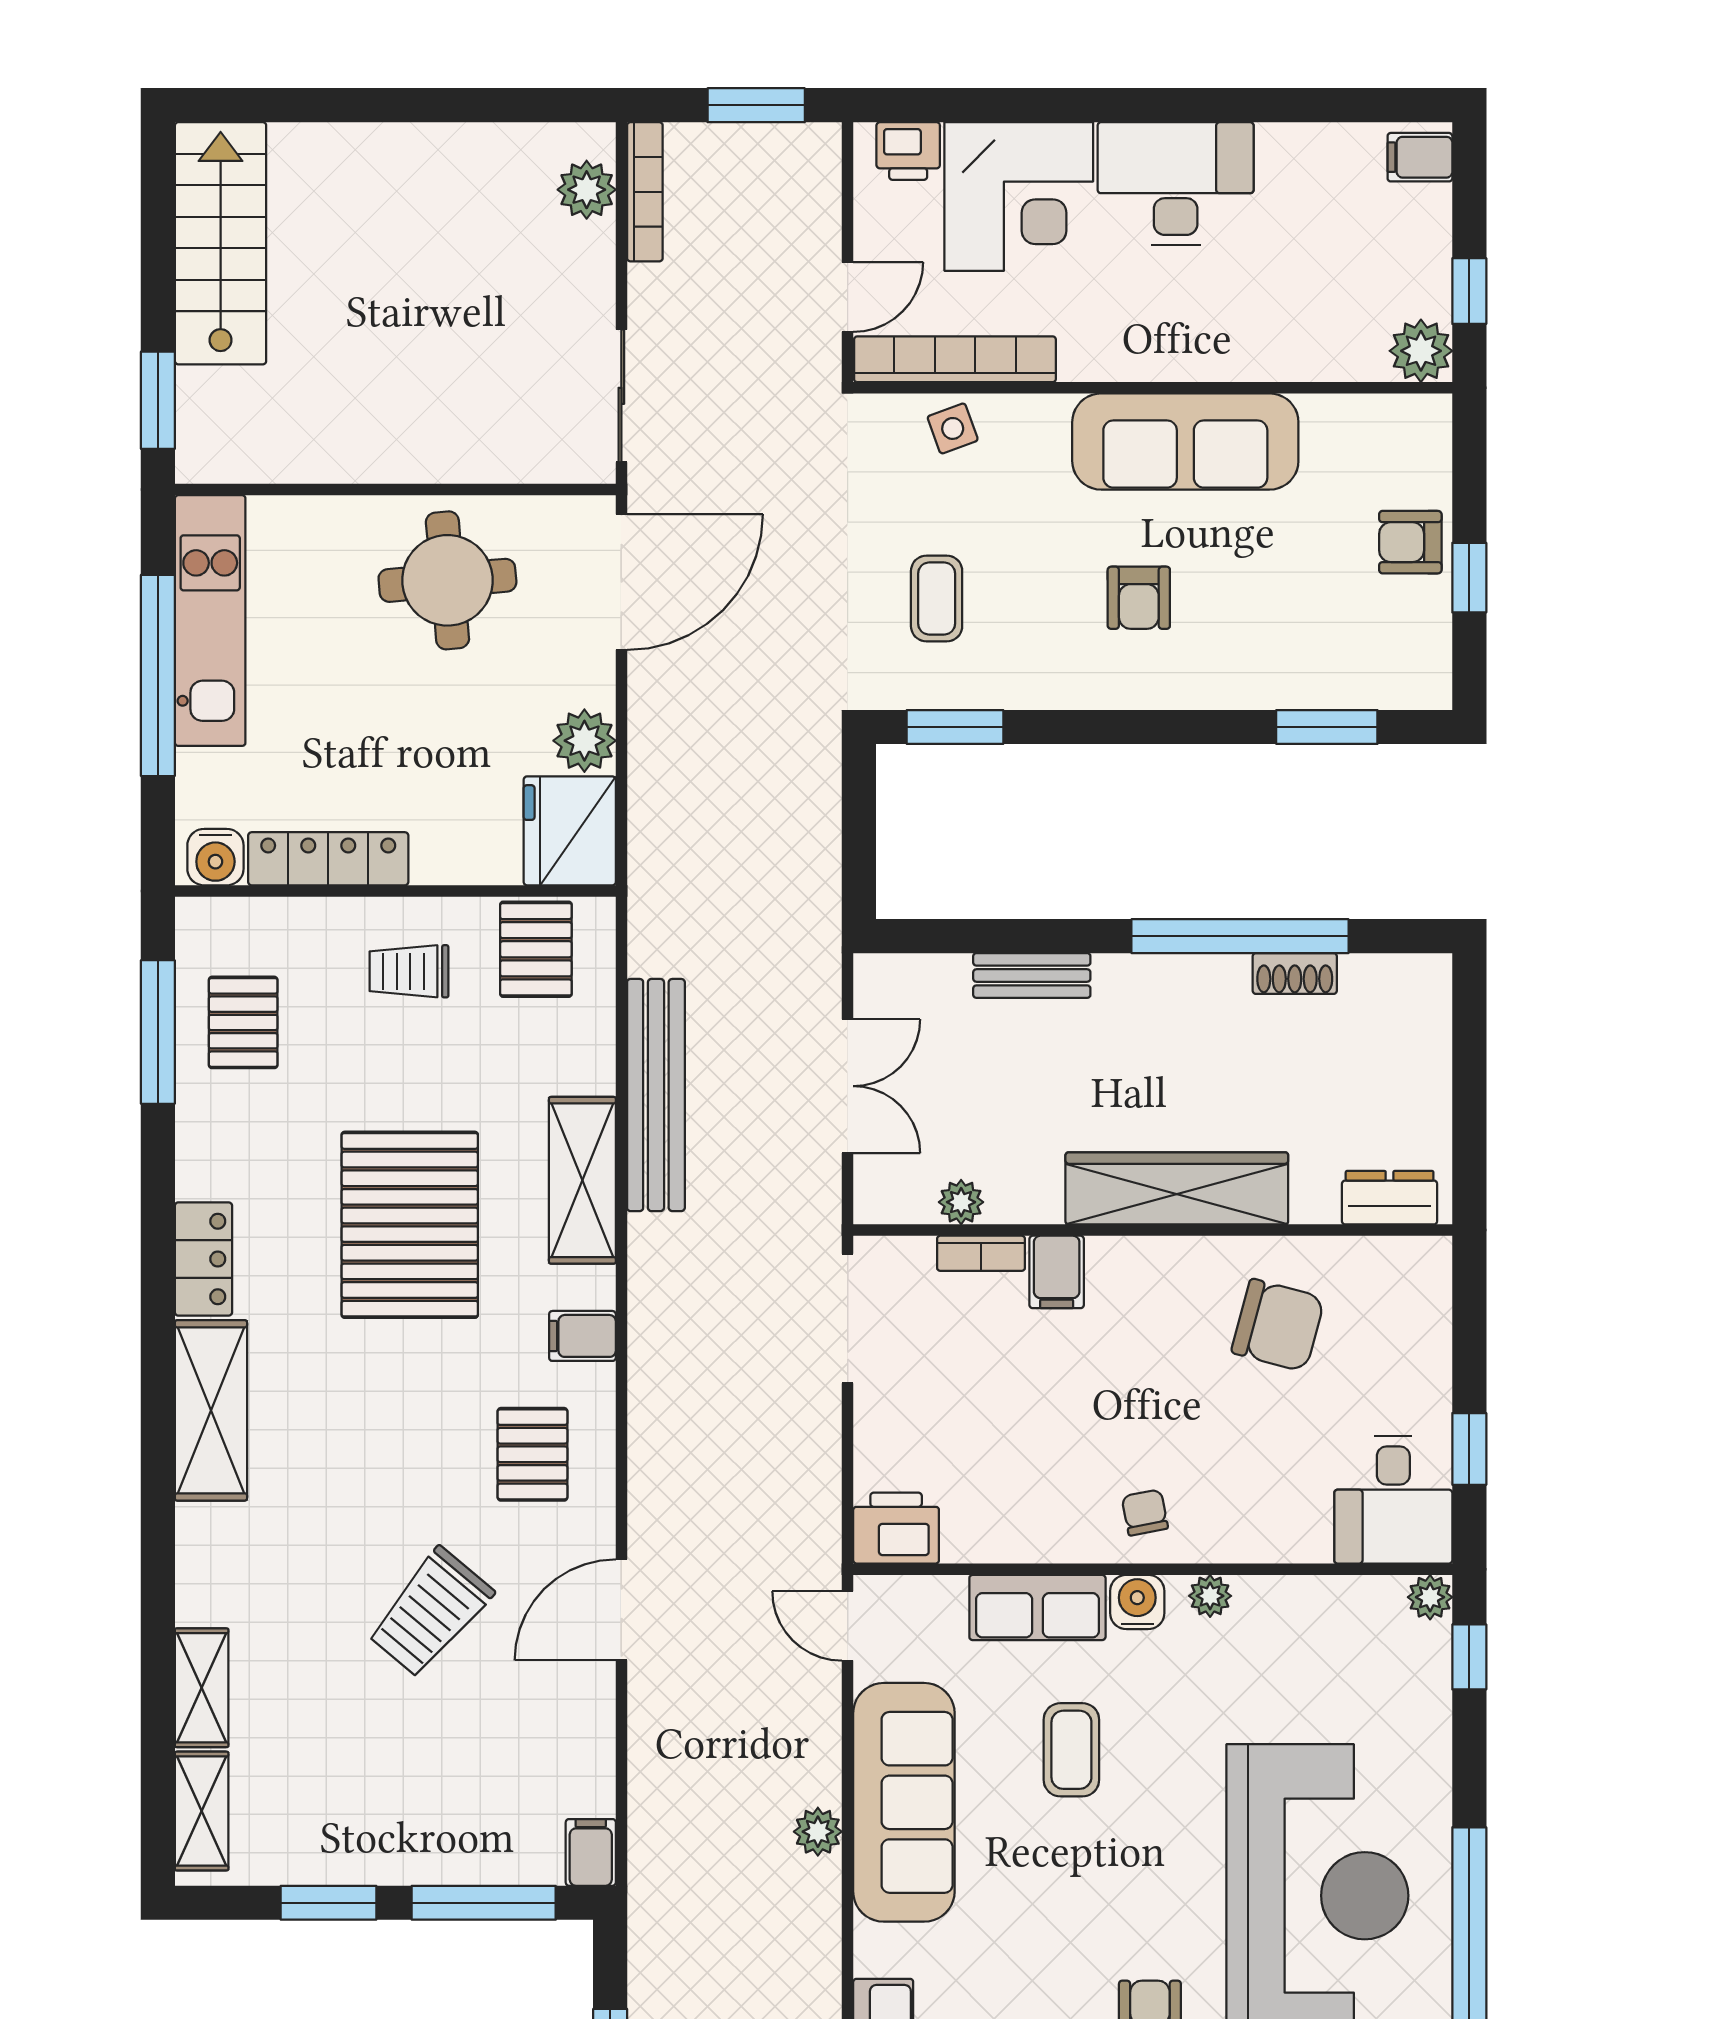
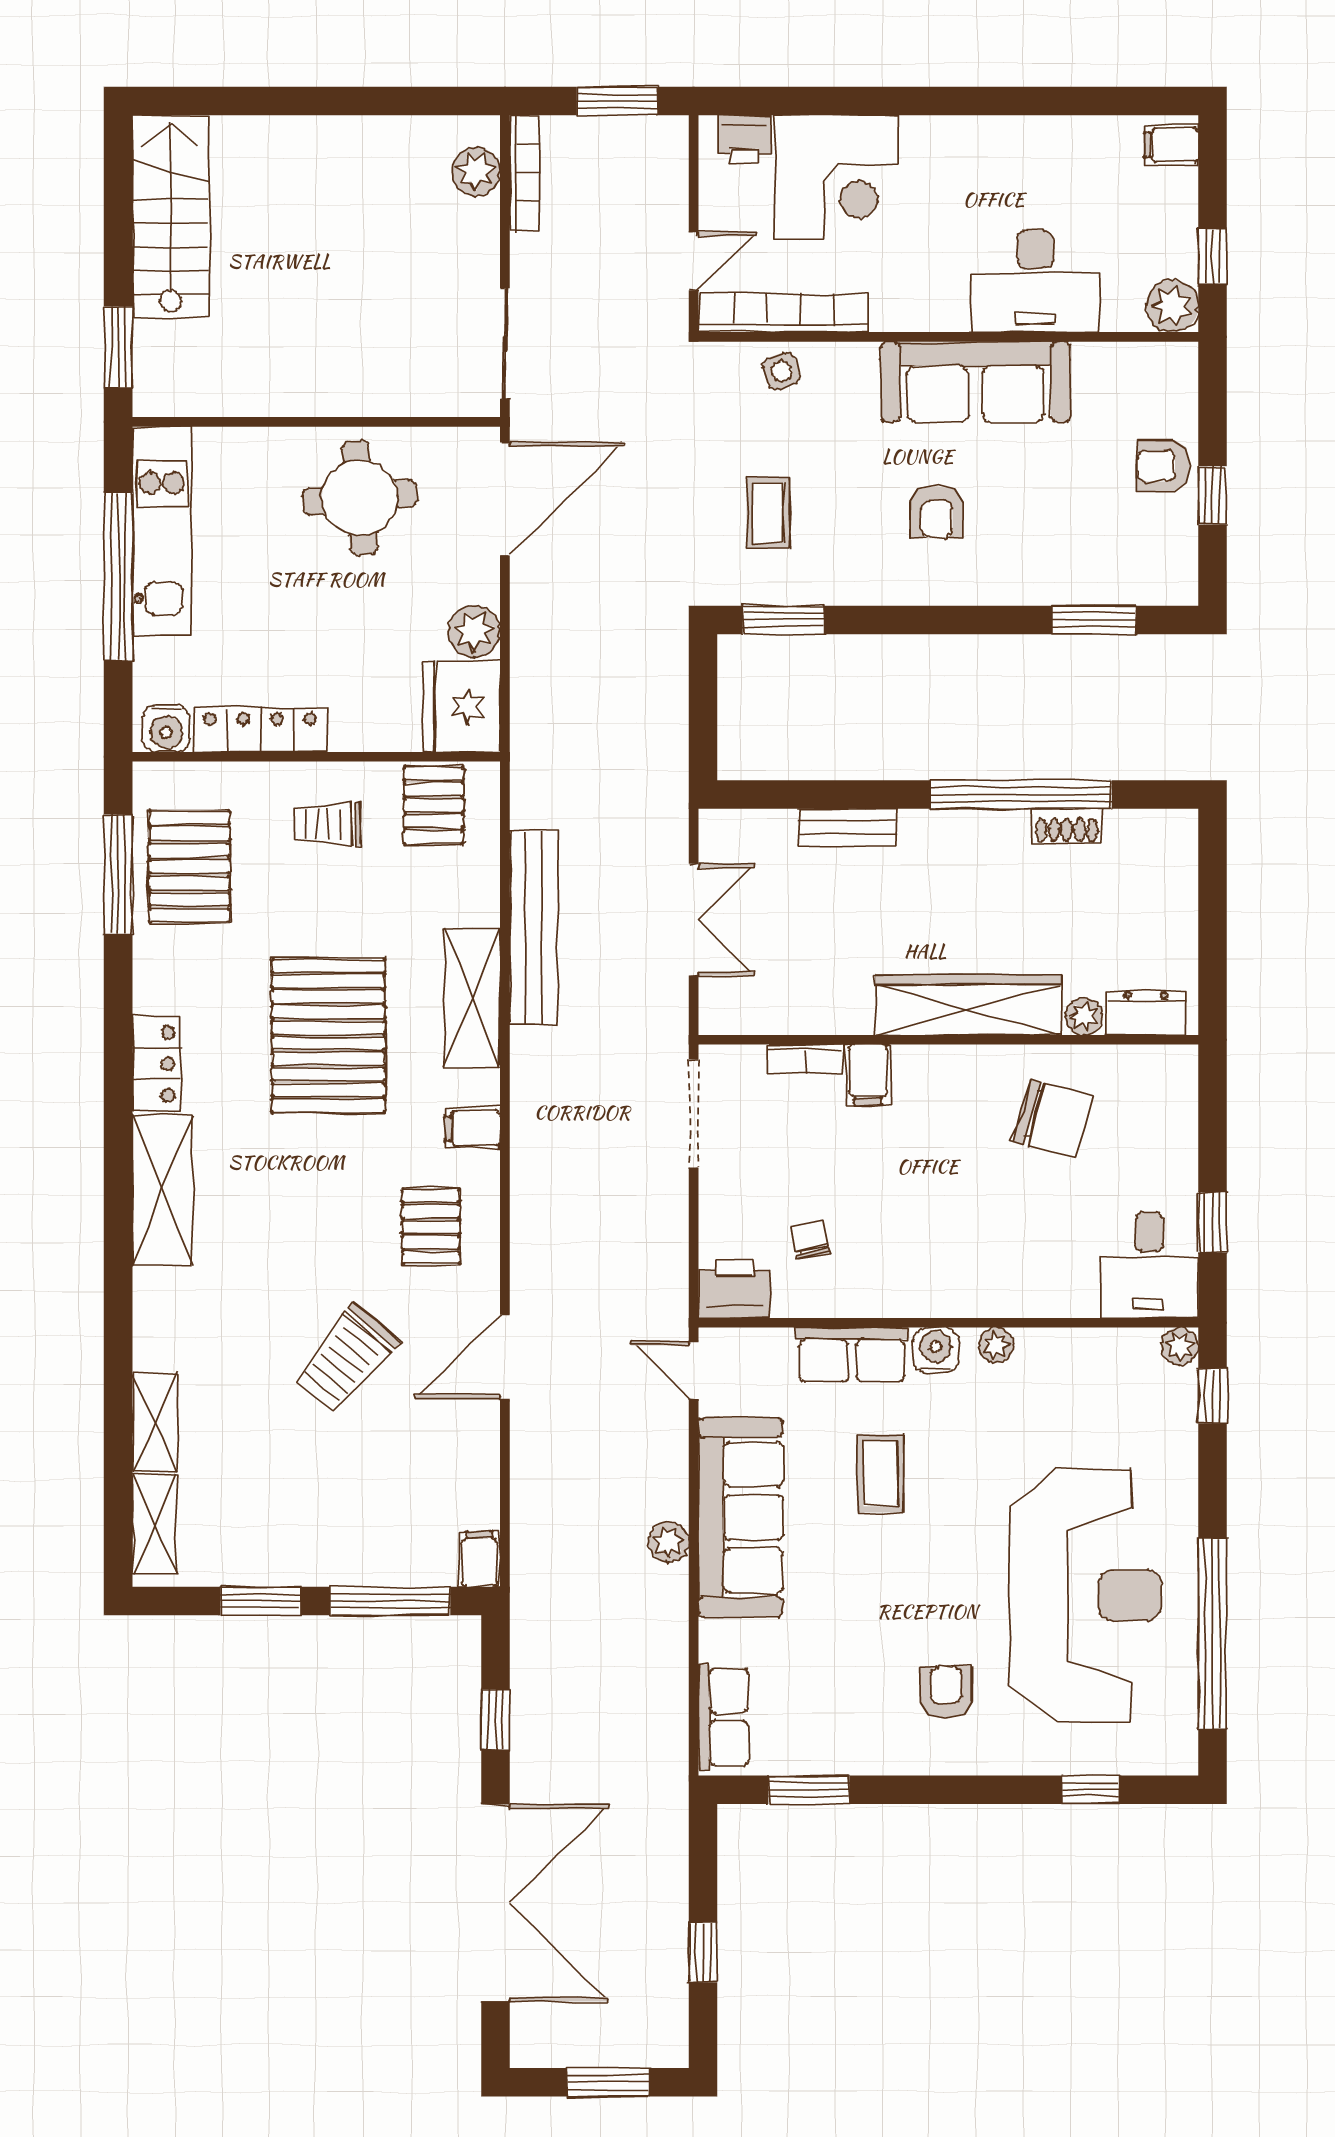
desk: (1176, 183) -> (1035, 281), moved, turned 180
pallet: (243, 1022) -> (189, 866), width x1.50, depth x1.42
plant: (961, 1202) -> (1084, 1016), moved
chair: (1145, 1512) -> (810, 1240), moved

